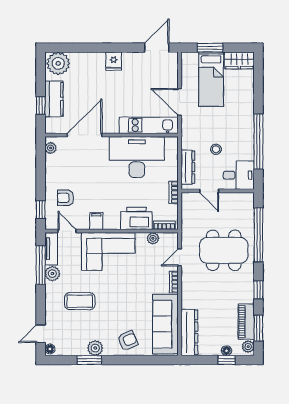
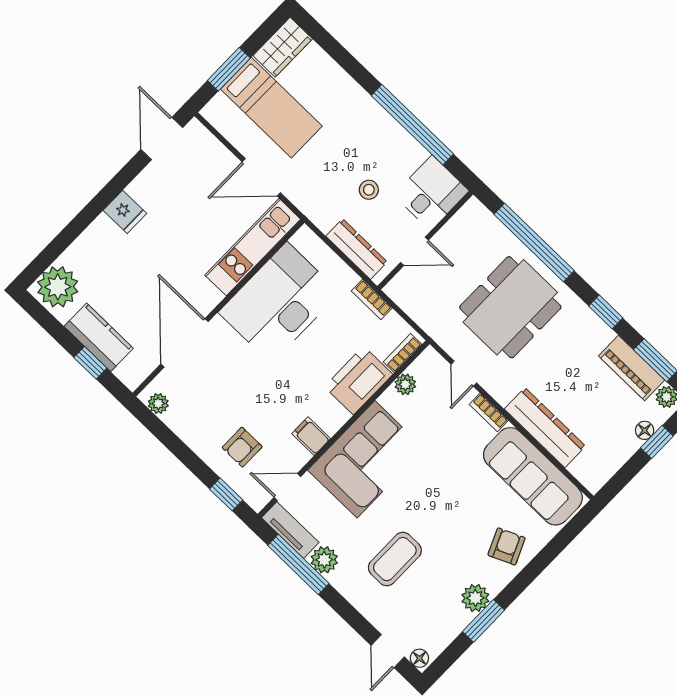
dresser: (189, 332) -> (545, 428), moved

